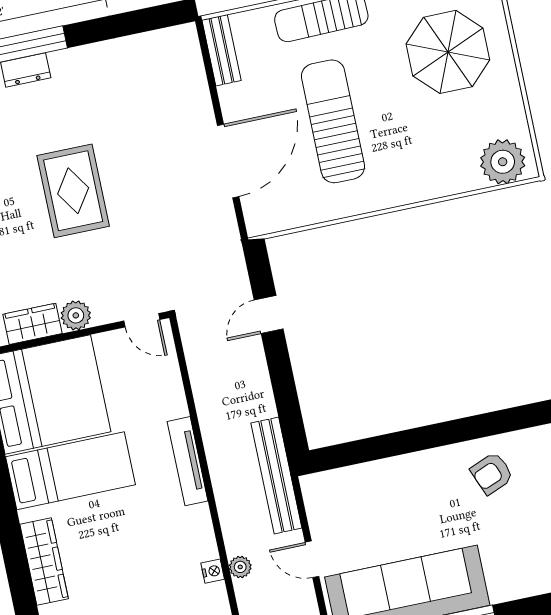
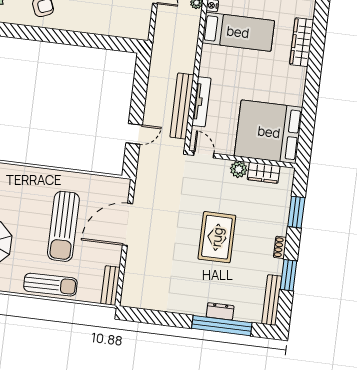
tv unit: (188, 461) -> (201, 102), moved
bed: (70, 471) -> (238, 32), moved, turned 180
bench: (276, 476) -> (182, 106), moved

